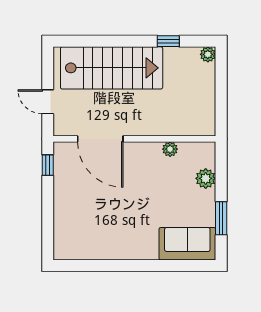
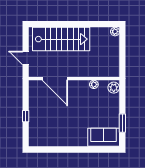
window: (168, 41) -> (93, 24), removed
window: (48, 165) -> (26, 116), moved
plant: (206, 178) -> (114, 88), moved

